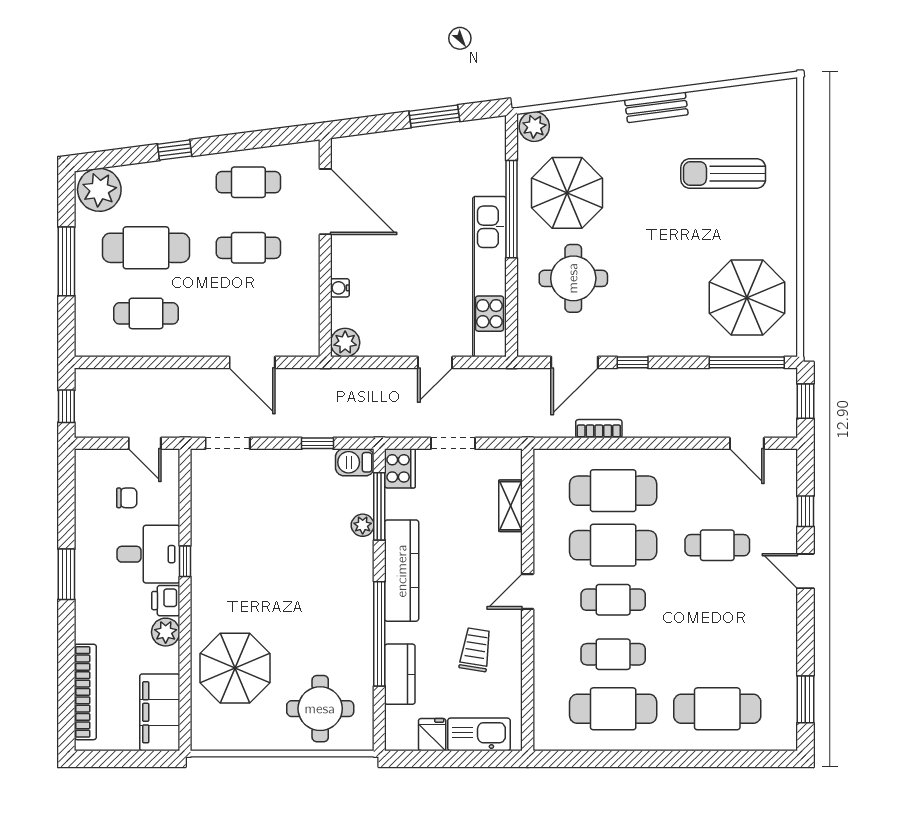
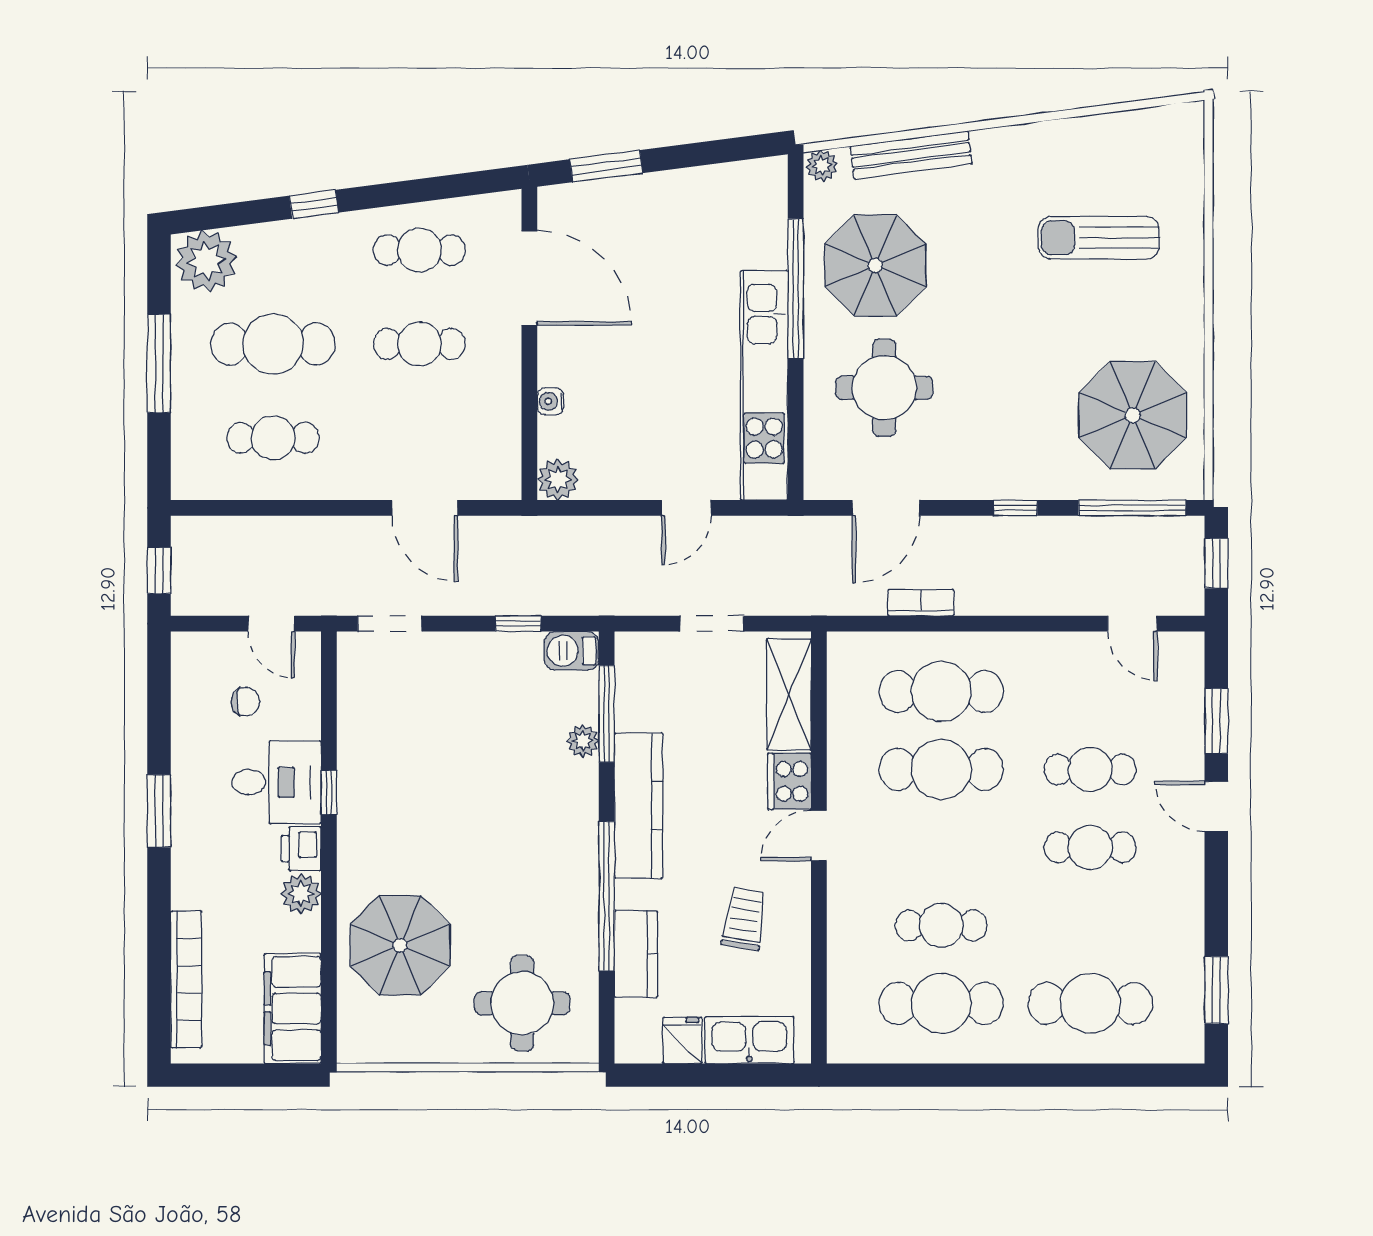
bench: (656, 107) -> (911, 155), moved, width x1.36
window: (434, 116) -> (606, 166), moved
plant: (534, 127) -> (822, 165), width x0.73, depth x0.73
window: (633, 362) -> (1015, 508), moved
cooker: (400, 468) -> (789, 781), moved, turned 180
shelving: (511, 506) -> (789, 695), width x1.50, depth x1.33
window: (805, 511) -> (1216, 721), width x1.50
cafe table: (613, 600) -> (1090, 847), moved

